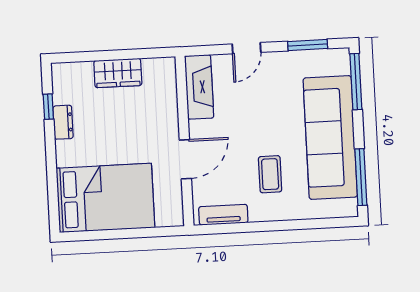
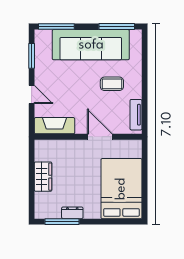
window: (48, 107) -> (62, 222), width x2.17

